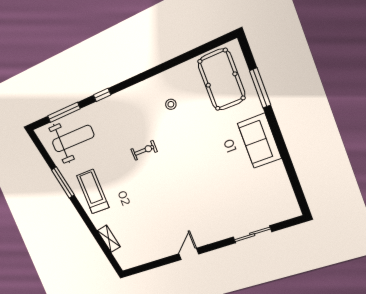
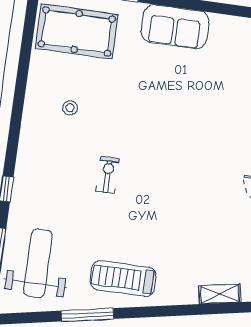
shelving: (109, 239) -> (220, 294), moved

